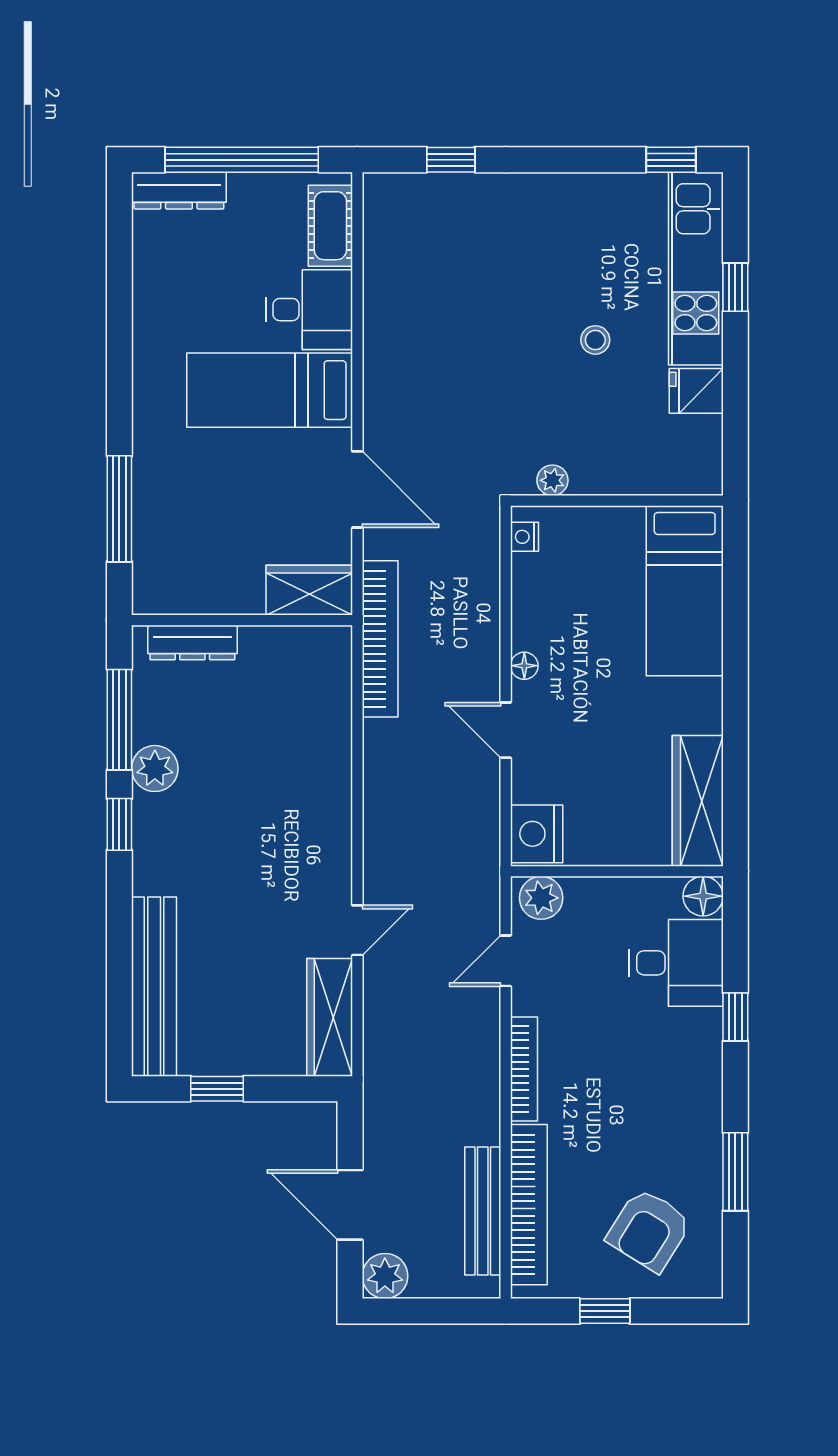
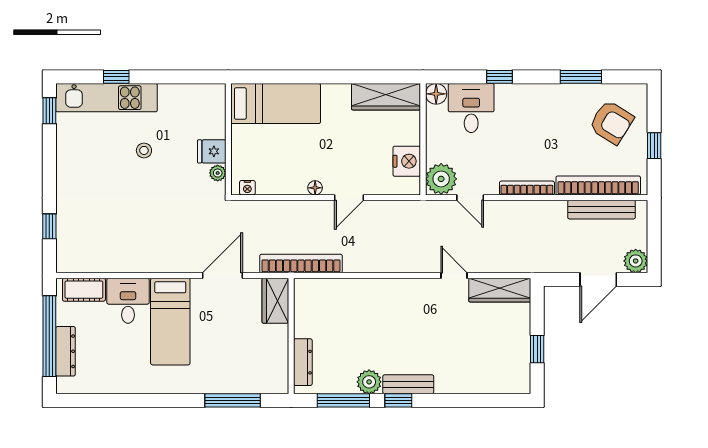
dresser: (179, 191) -> (65, 351), moved
fridge: (696, 391) -> (212, 151), moved, turned 90
nightstand: (537, 834) -> (407, 161), moved, turned -90
plant: (541, 898) -> (441, 179), width x1.36, depth x1.36
bench: (154, 987) -> (408, 384), moved, width x0.54, depth x0.82

